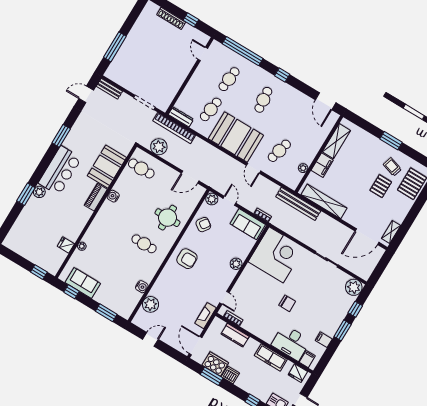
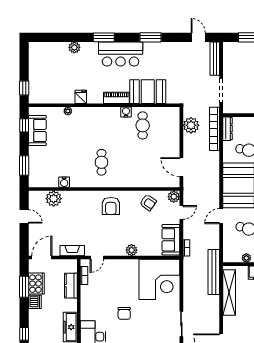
bench: (109, 89) -> (215, 59), width x1.36
cafe table: (141, 169) -> (143, 125), moved
plant: (39, 192) -> (74, 47), moved
window: (26, 194) -> (104, 37), moved
round table: (168, 218) -> (136, 169), removed
fridge: (66, 245) -> (81, 97), moved

